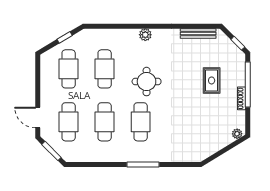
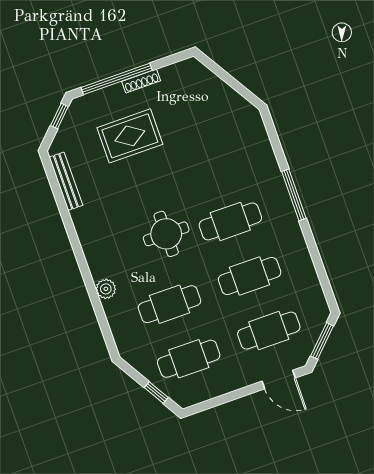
plant: (145, 35) -> (106, 289), moved
window: (65, 37) -> (156, 393), moved
rug: (212, 80) -> (130, 136), width x1.36, depth x1.43
door: (38, 117) -> (279, 380), hinge flipped
plant: (237, 134) -> (197, 69), removed

